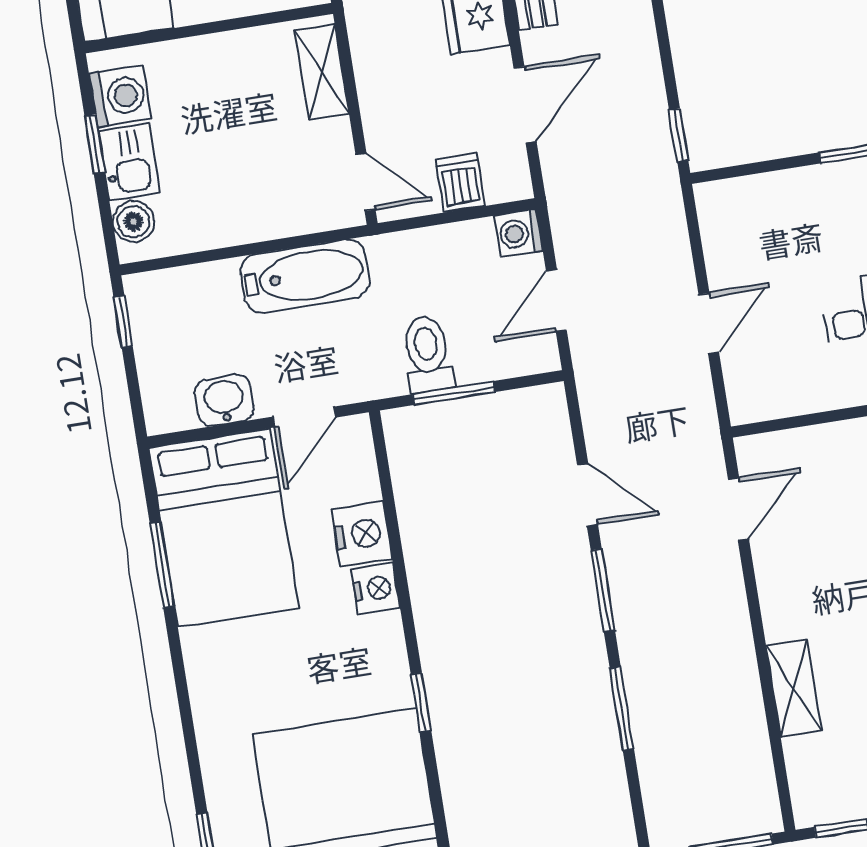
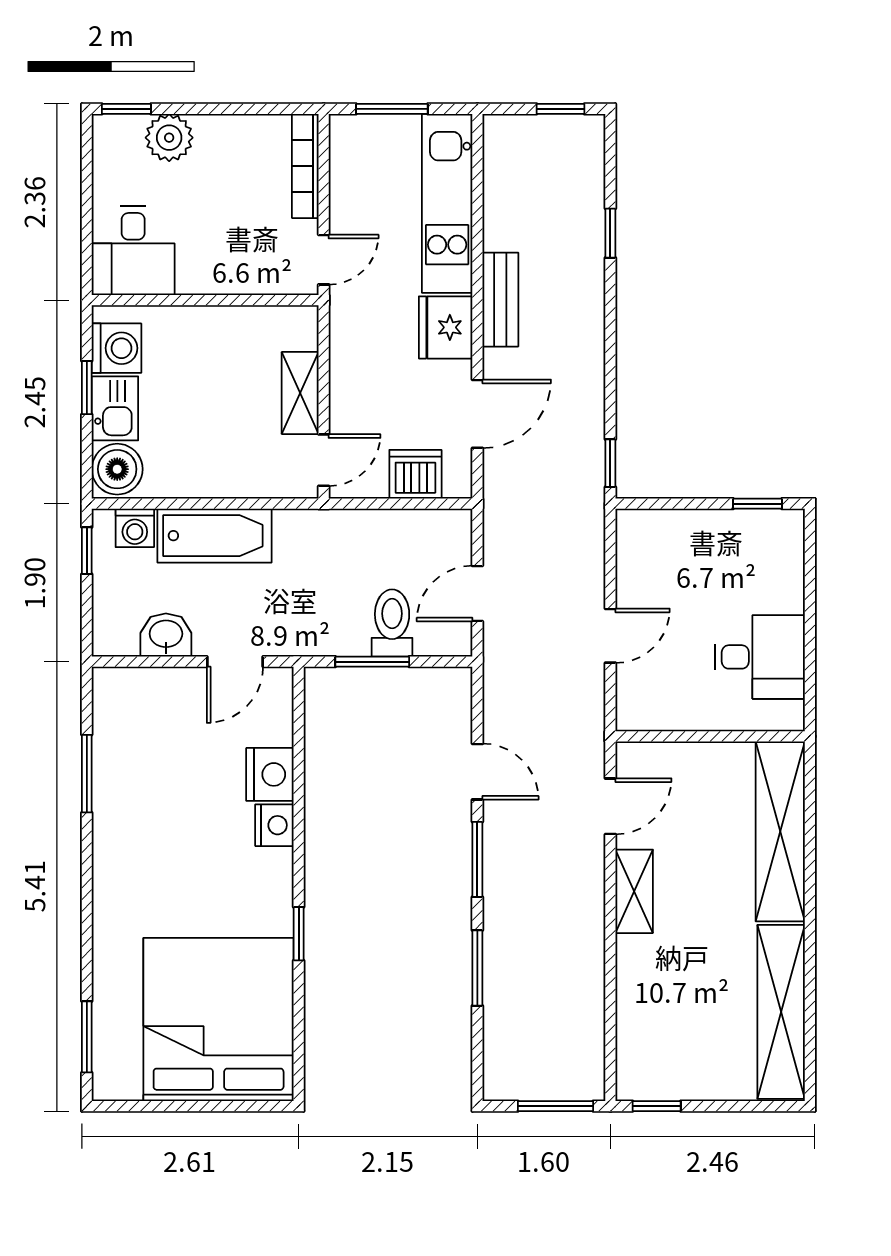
shelving: (322, 72) -> (300, 393), moved
door: (366, 182) -> (324, 460), hinge flipped
dishwasher: (460, 183) -> (415, 474), width x1.38
boiler: (133, 222) -> (117, 469), width x1.36, depth x1.36
washing machine: (519, 233) -> (135, 528), moved, turned -90
bathtub: (305, 276) -> (215, 536), moved
toilet: (427, 354) -> (392, 623), moved
bed: (224, 528) -> (147, 749), removed
shelving: (794, 688) -> (634, 891), moved

